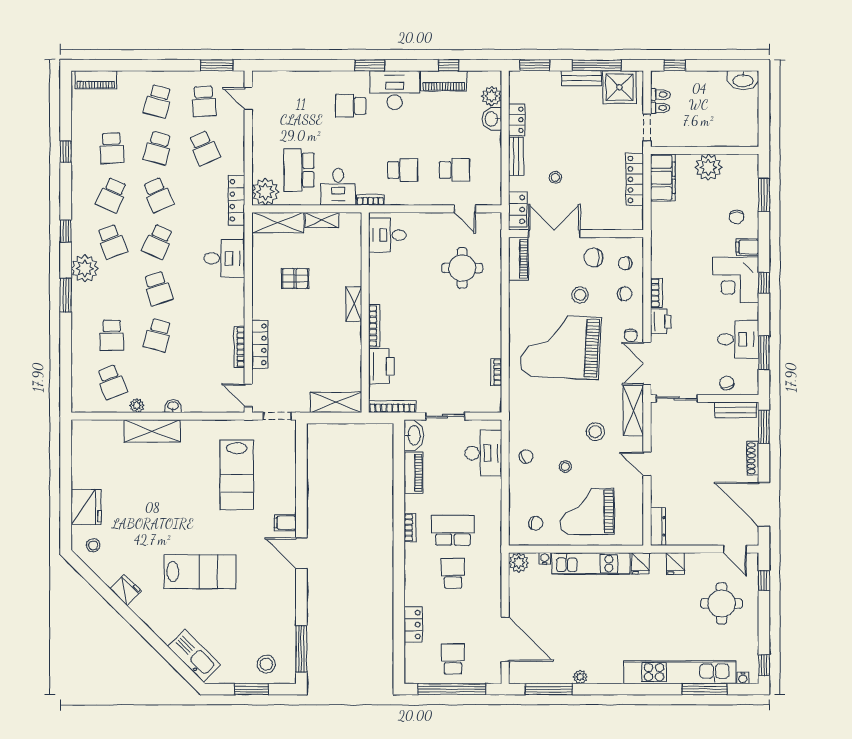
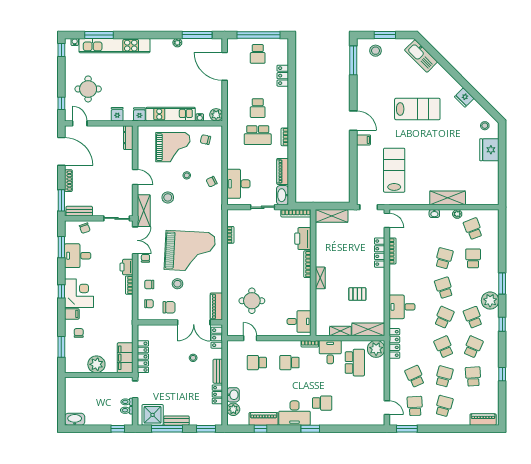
lab bench: (200, 572) -> (417, 109), turned 180

